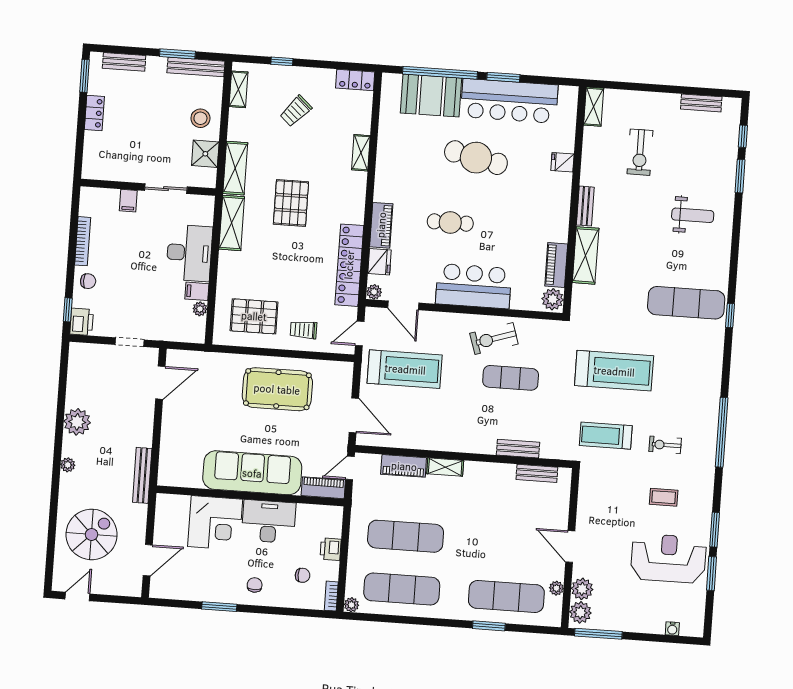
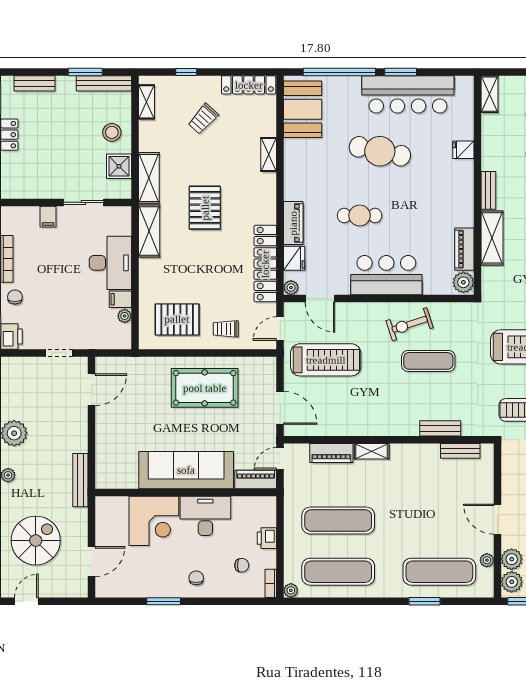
locker: (355, 80) -> (249, 85), width x1.53
booth: (431, 96) -> (303, 109), moved, turned 90
chair: (88, 281) -> (15, 297), turned -90

